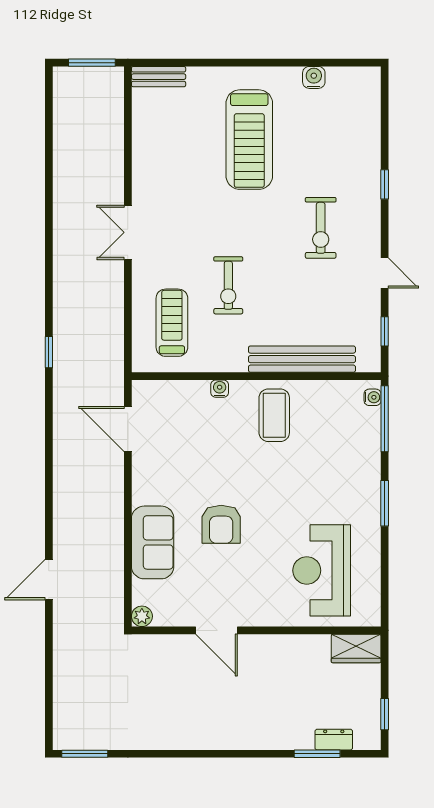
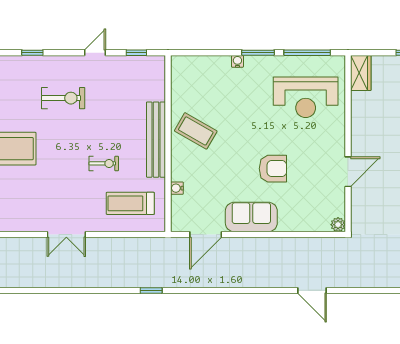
exercise bike: (228, 285) -> (104, 163), width x0.73, depth x0.72
bench: (302, 359) -> (156, 140), moved
water cooler: (220, 389) -> (177, 188), moved
water cooler: (373, 397) -> (237, 61), moved
coffee table: (274, 415) -> (196, 131), turned 30
window: (385, 419) -> (307, 53), moved
sofa: (153, 542) -> (251, 217), moved

